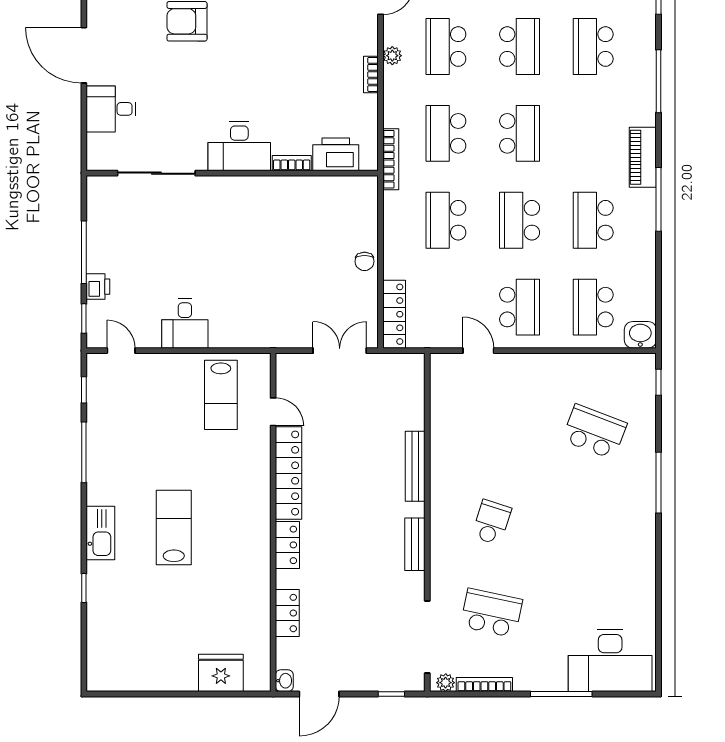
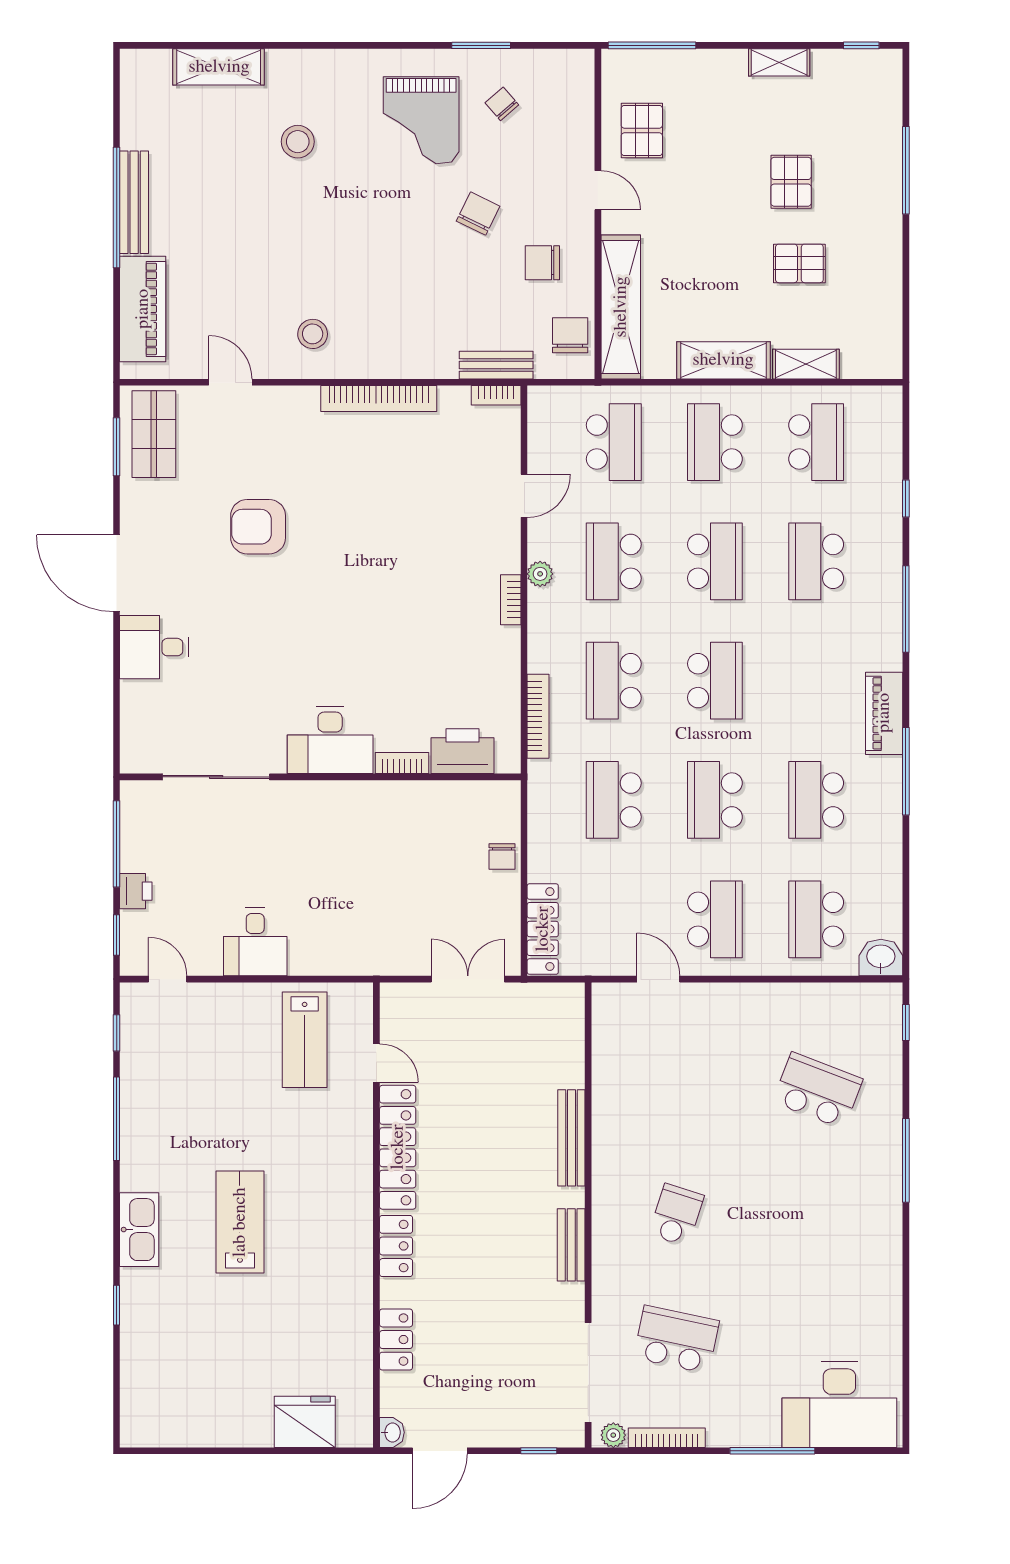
desk: (239, 146) -> (330, 740), moved
printer: (336, 154) -> (462, 751), moved
bookcase: (292, 163) -> (402, 763), moved
sliding door: (156, 173) -> (216, 777), moved
wall: (232, 173) -> (320, 777), moved

